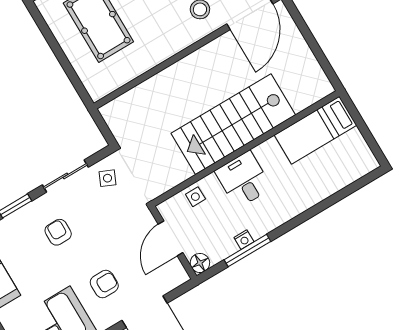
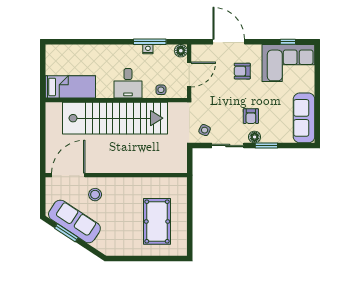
stairs: (233, 124) -> (115, 118), width x1.36
floor lamp: (37, 208) -> (255, 137), added

